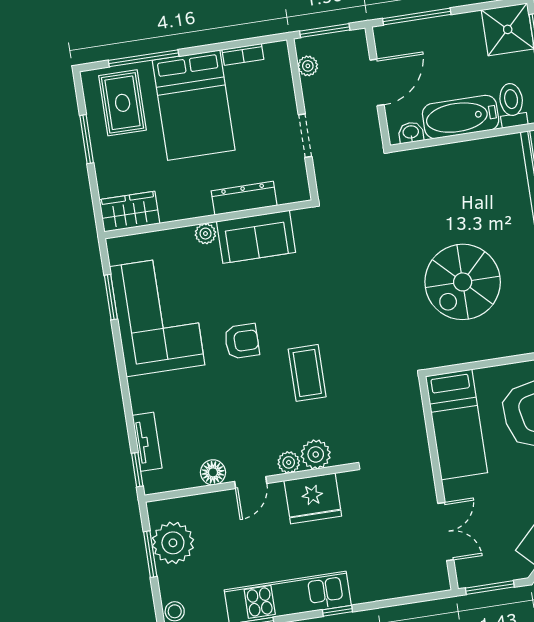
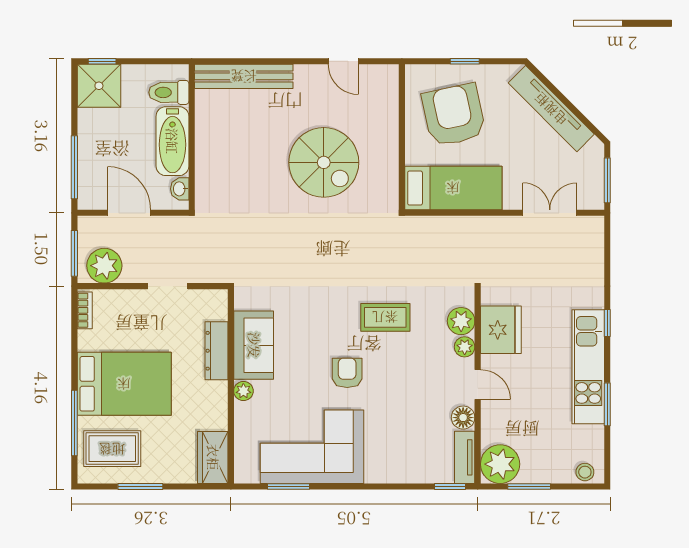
bookcase: (243, 54) -> (85, 310), moved
plant: (308, 66) -> (104, 266), width x1.87, depth x1.87
tv unit: (147, 442) -> (465, 457), moved, turned -90
plant: (173, 543) -> (500, 464), moved

